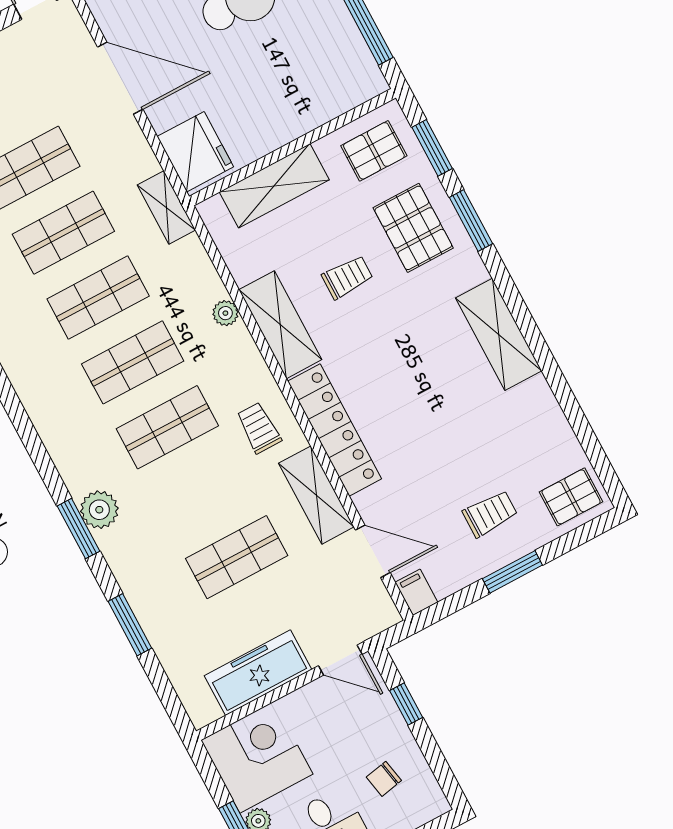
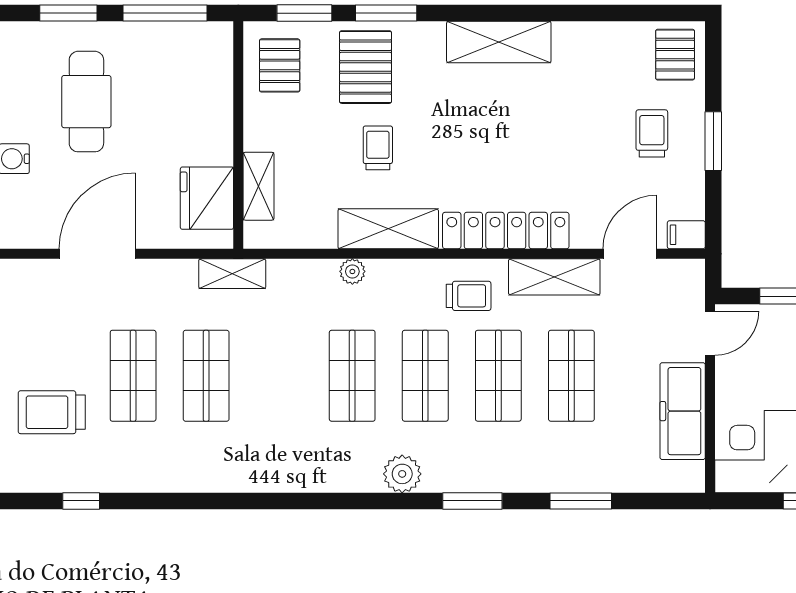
fridge: (195, 152) -> (207, 198), moved, turned -90
shelving: (274, 186) -> (259, 186), width x0.67, depth x0.75
pallet: (413, 228) -> (366, 67), turned 90
shop shelf: (98, 298) -> (498, 376), moved
trolley: (259, 428) -> (469, 296), turned 180
plant: (99, 510) -> (402, 474), moved

